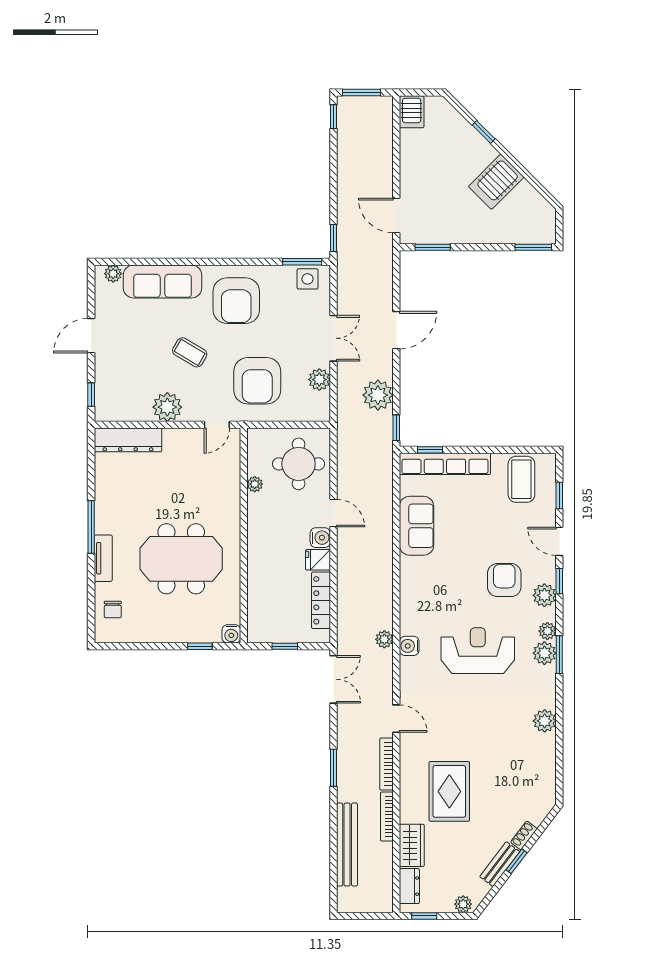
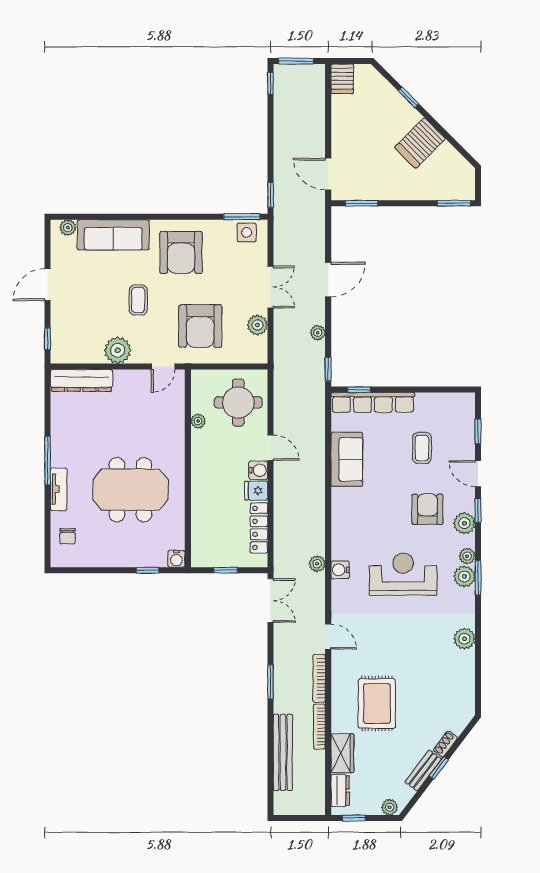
coffee table: (190, 352) -> (138, 300), turned 59
plant: (378, 395) -> (318, 333), width x0.53, depth x0.53
coffee table: (521, 479) -> (422, 448), moved, width x0.73, depth x0.77

